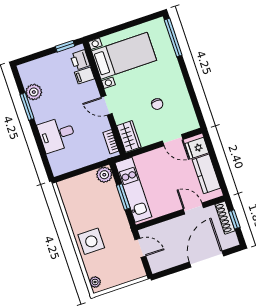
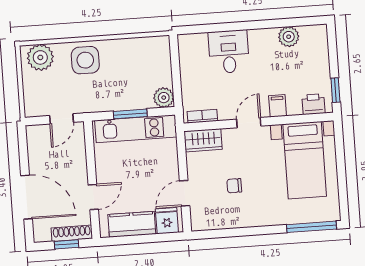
filing cabinet: (84, 75) -> (278, 106), moved
window: (27, 107) -> (273, 24), removed
plant: (95, 282) -> (40, 57), width x1.87, depth x1.87

